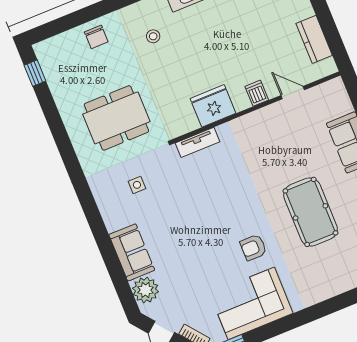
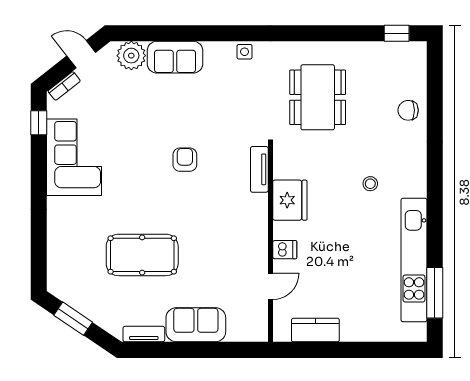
stool: (153, 36) -> (370, 184), moved
side table: (137, 185) -> (245, 52), moved
armchair: (253, 247) -> (185, 160), moved

